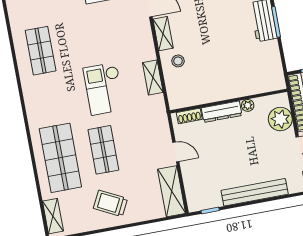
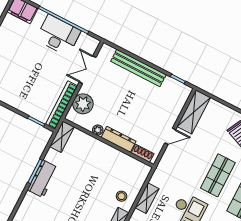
shelving: (276, 73) -> (62, 137), added
door: (176, 152) -> (170, 136), swing flipped

